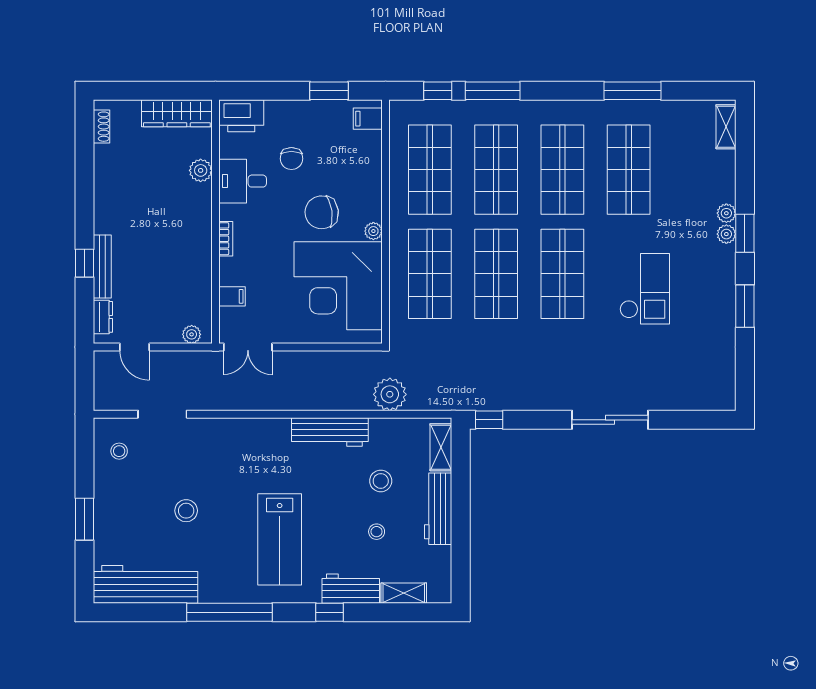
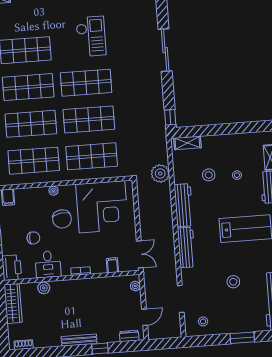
plant: (373, 231) -> (54, 191), moved
bench: (102, 267) -> (79, 340), moved
checkout: (645, 289) -> (91, 36), turned 90
workbench: (438, 509) -> (186, 247), moved, turned -90

